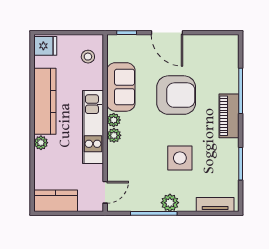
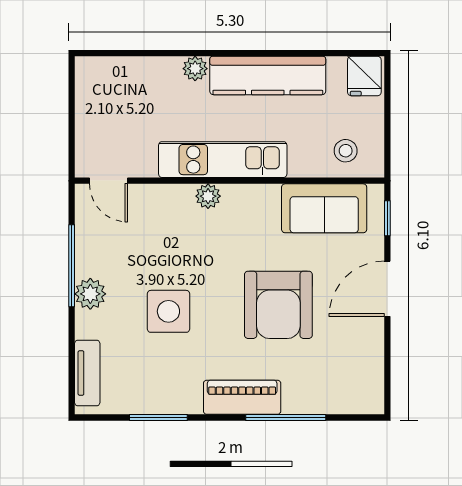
sofa: (121, 87) -> (324, 208), moved
plant: (114, 120) -> (235, 196), removed
kitchen counter: (56, 201) -> (94, 94), removed

